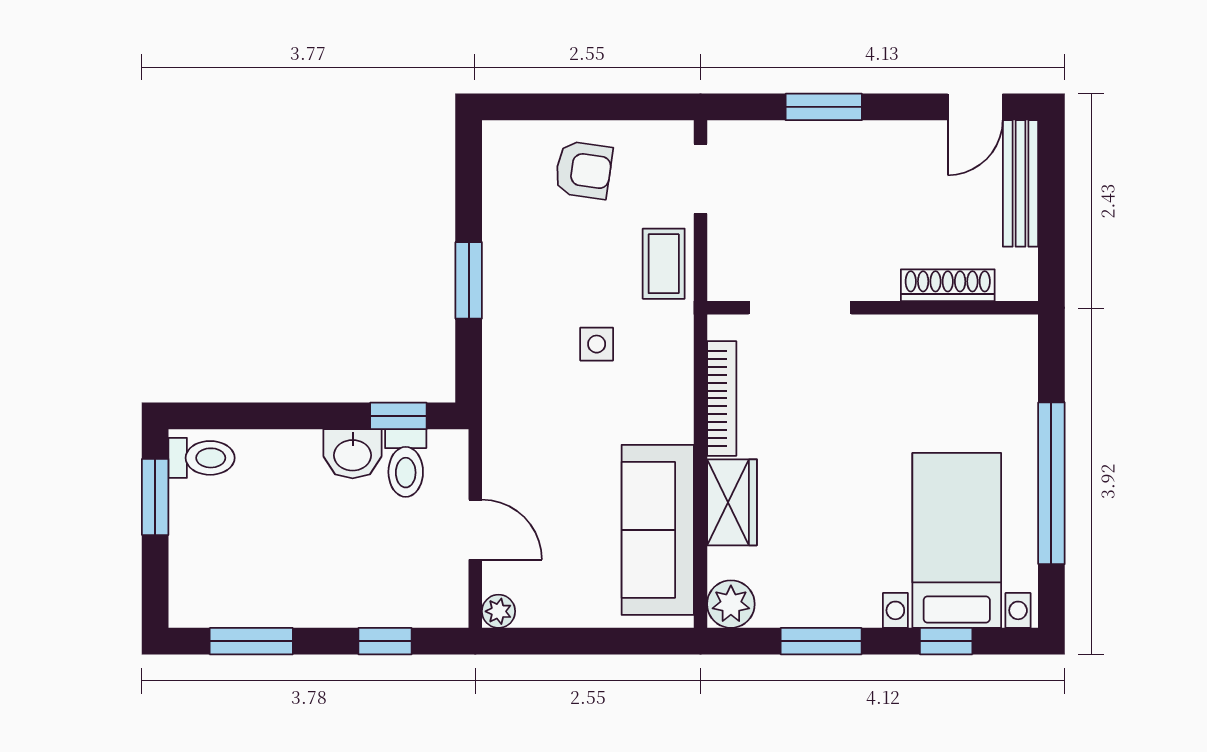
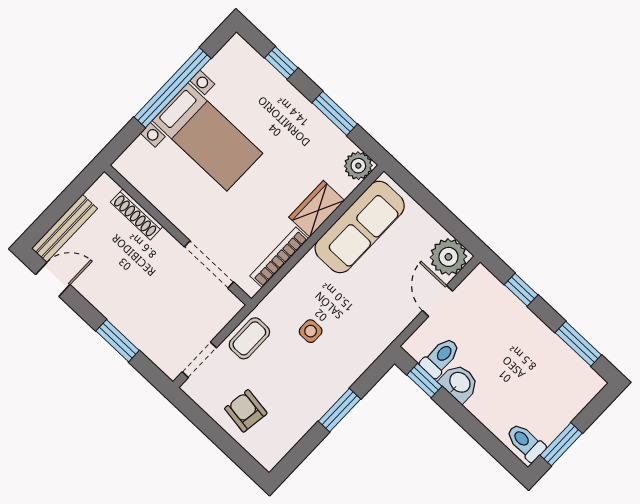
bed with nightstands: (957, 540) -> (207, 137), moved, turned -90
plant: (499, 611) -> (448, 257), width x1.87, depth x1.87

